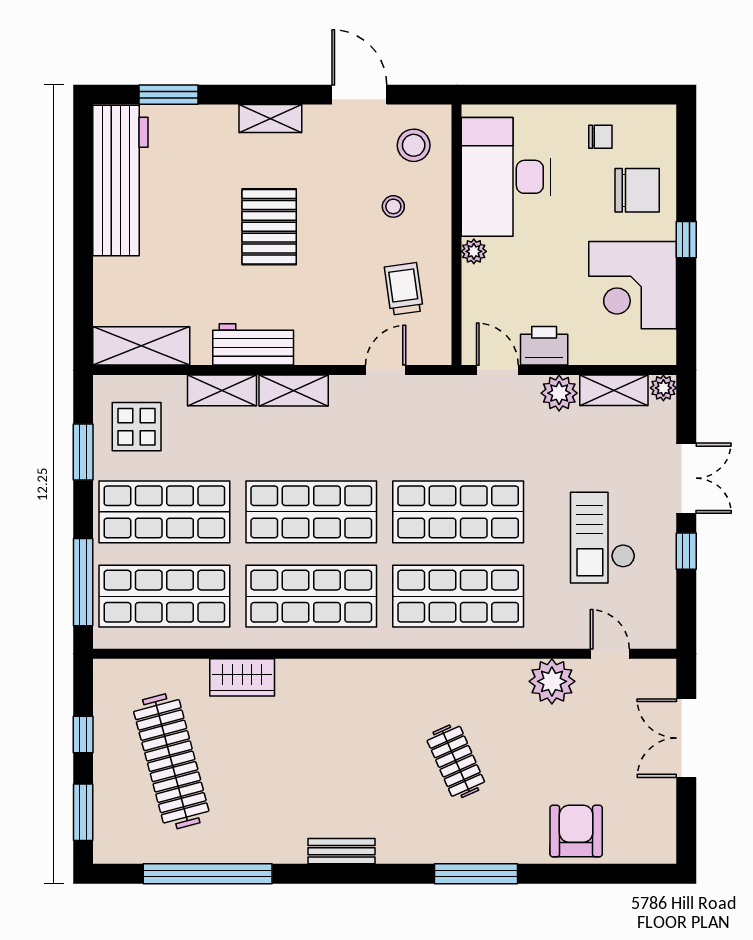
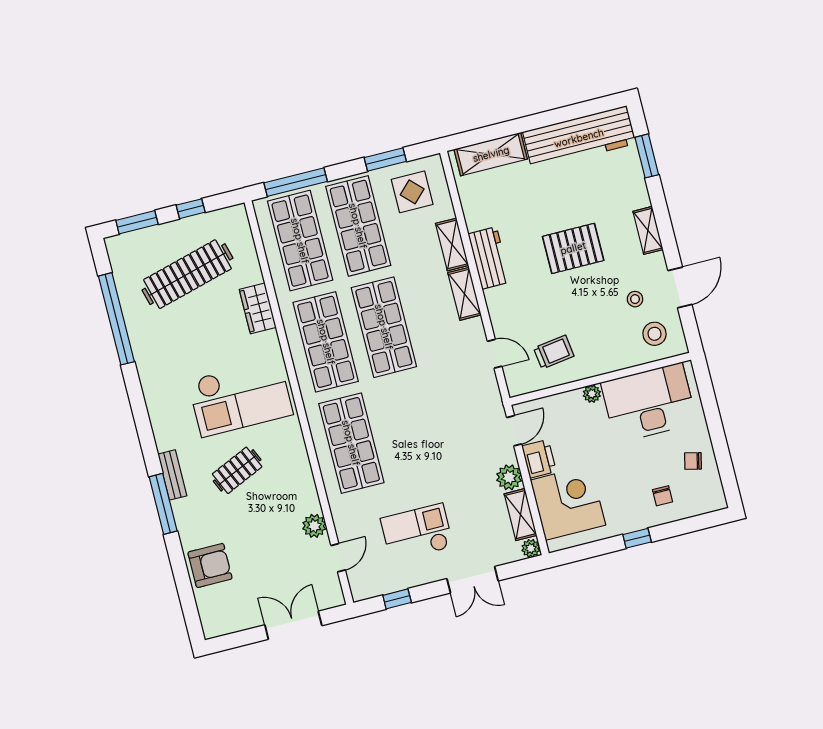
chair: (600, 137) -> (693, 461), turned 103
chair: (637, 190) -> (662, 496), width x0.54, depth x0.54
stool: (393, 206) -> (635, 299), moved
corner desk: (633, 285) -> (568, 503), moved, turned 90
shelving: (141, 346) -> (491, 154), moved, turned 90
shop shelf: (458, 512) -> (409, 428), removed
window: (686, 551) -> (397, 599), moved
plant: (552, 681) -> (314, 526), width x0.73, depth x0.73
checkout: (358, 732) -> (240, 398), added
bench: (342, 851) -> (172, 475), moved

